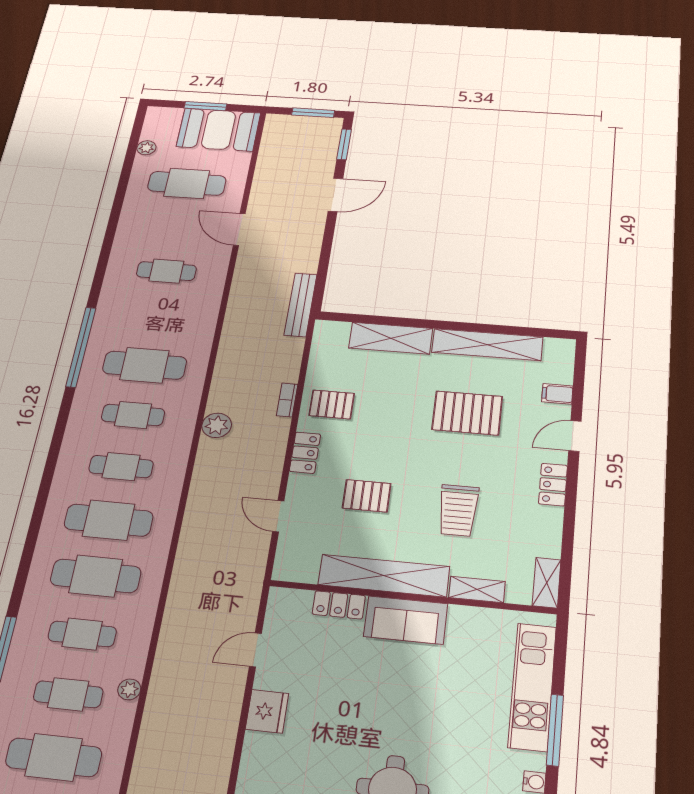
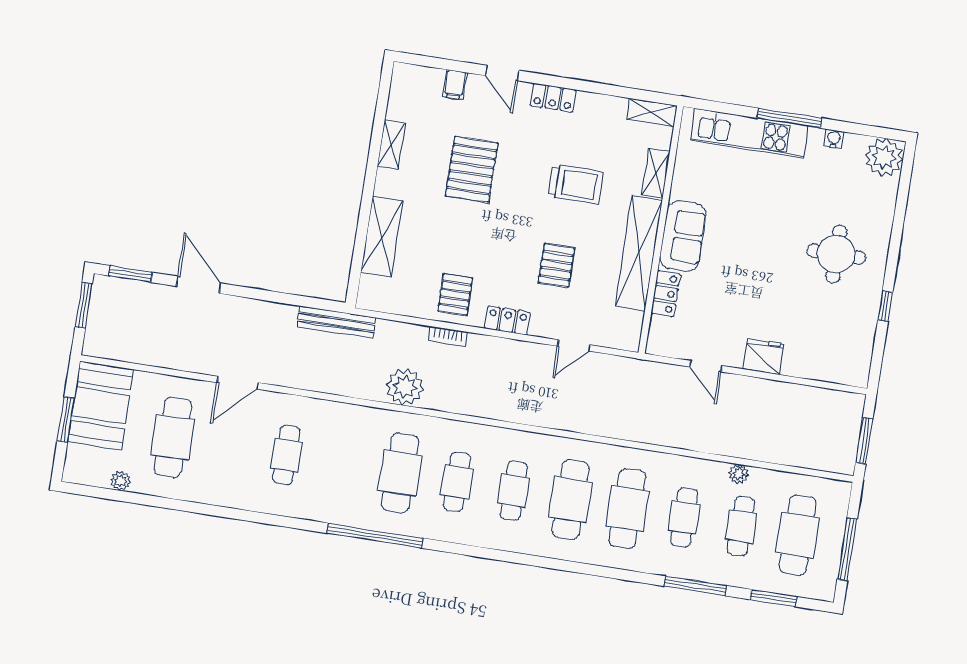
shelving: (487, 345) -> (391, 145), width x0.45, depth x0.75
plant: (217, 425) -> (405, 387), moved, width x1.36, depth x1.36

